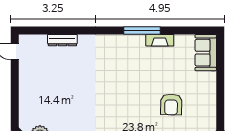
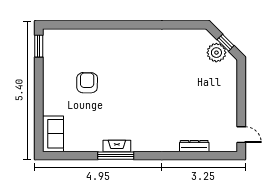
fireplace: (160, 40) -> (117, 146), moved

